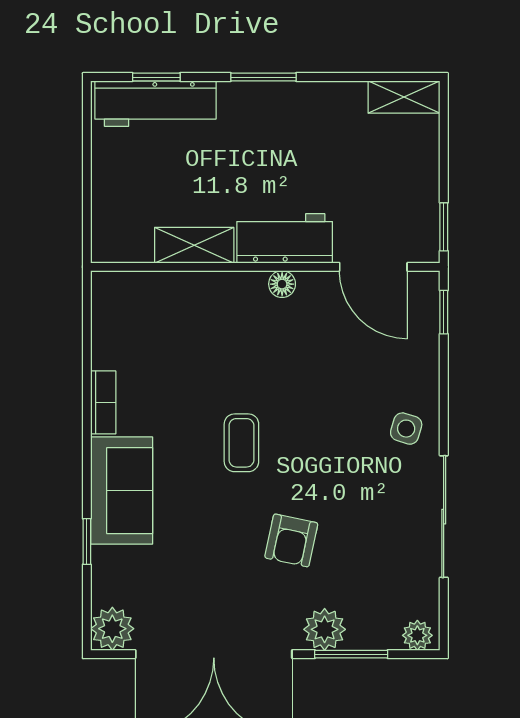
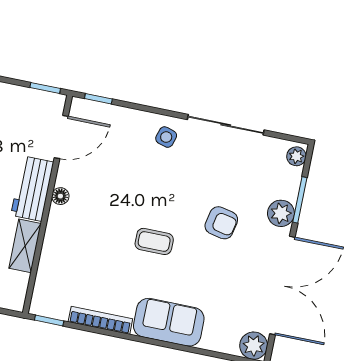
bookcase: (103, 402) -> (100, 320), width x1.56
window: (87, 542) -> (49, 320), moved

